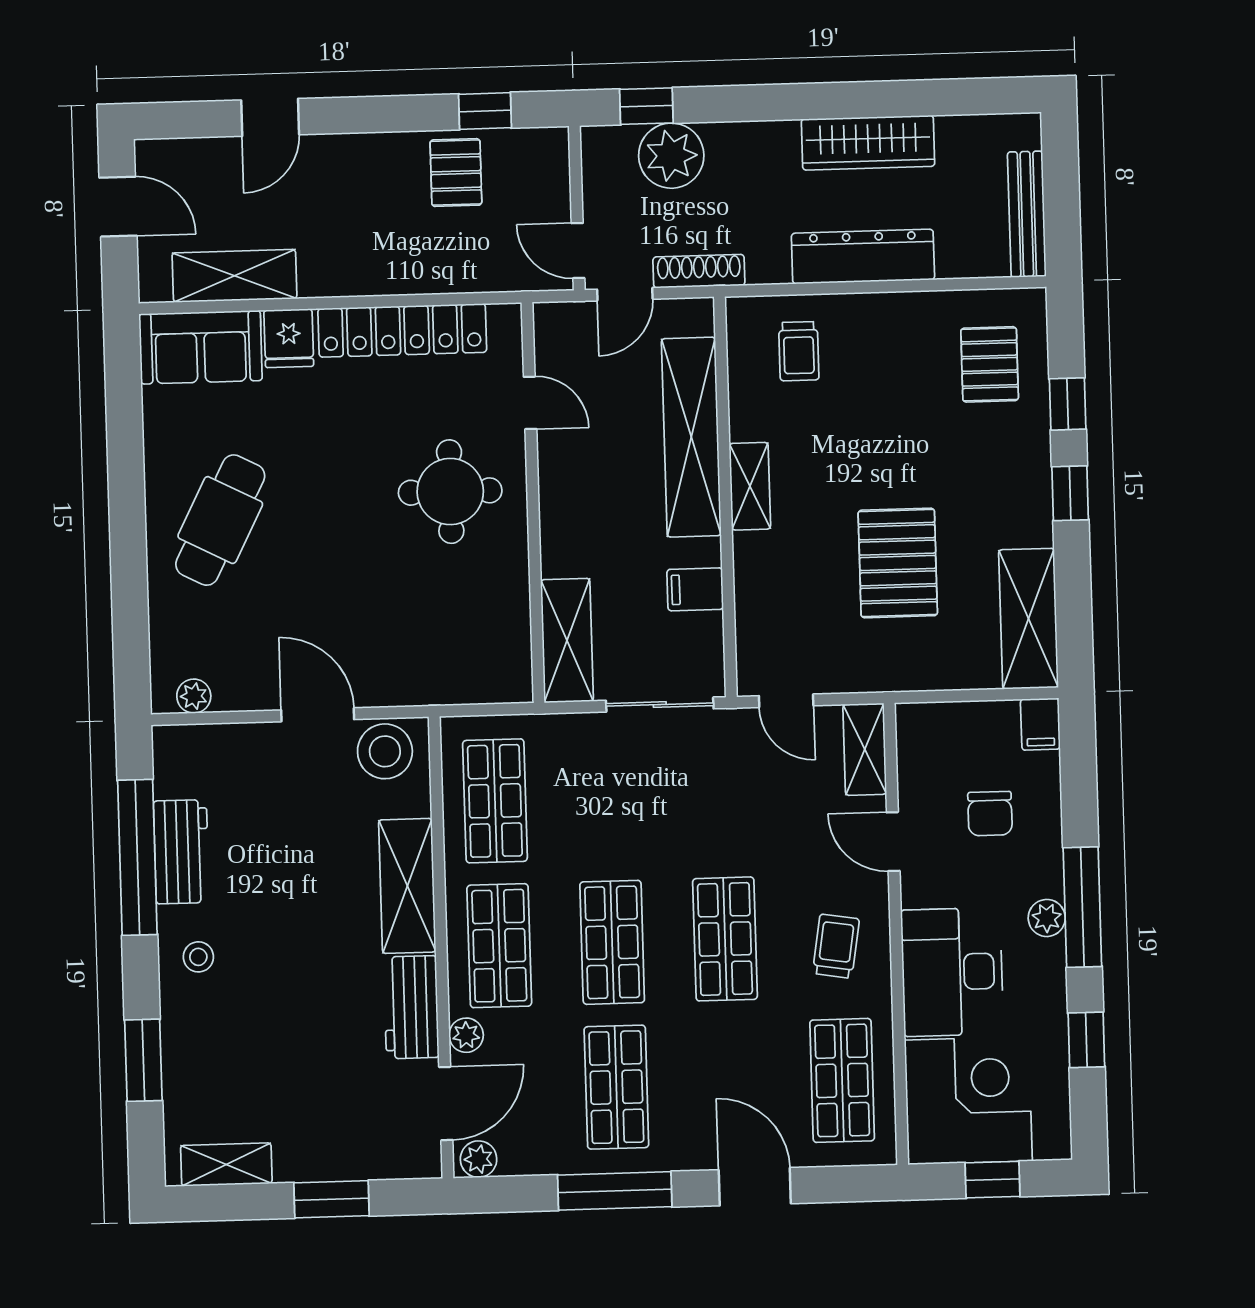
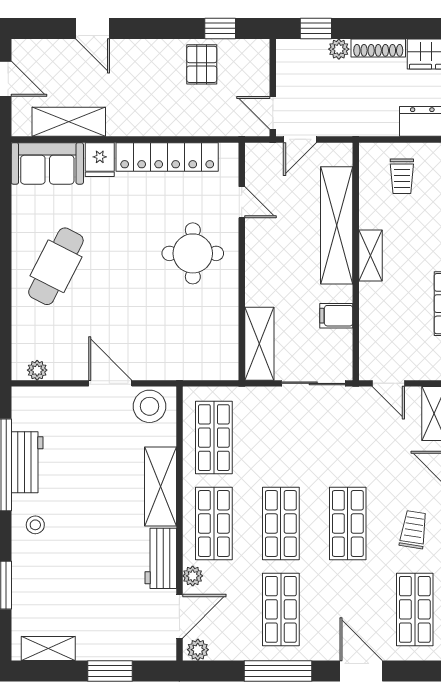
door: (270, 117) -> (93, 28), hinge flipped
plant: (671, 156) -> (339, 49), width x0.53, depth x0.53
shoe rack: (699, 271) -> (378, 48), moved, turned 180

